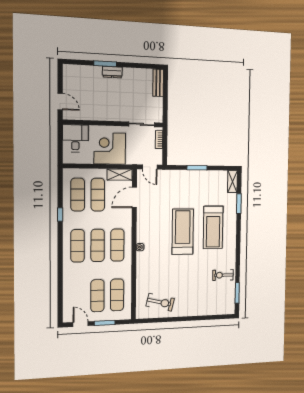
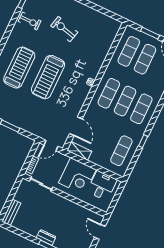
desk: (75, 138) -> (102, 186), moved, turned 180
door: (150, 167) -> (51, 146), swing flipped
exercise mat: (98, 195) -> (105, 143), removed
door: (134, 197) -> (76, 126), hinge flipped
exercise bike: (160, 302) -> (64, 29), moved

